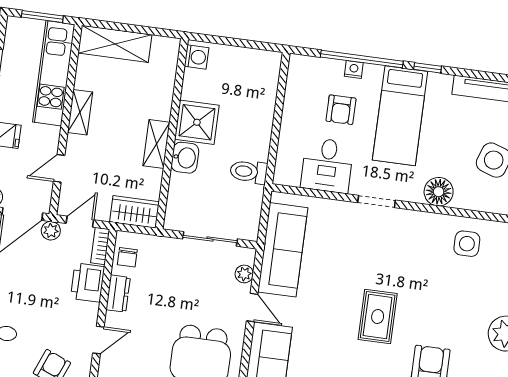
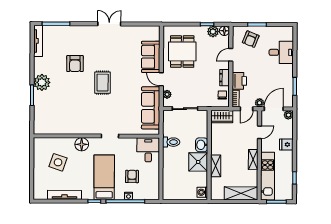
shelving: (156, 144) -> (216, 166), moved
desk: (327, 165) -> (148, 150), moved
side table: (467, 244) -> (65, 122), removed

